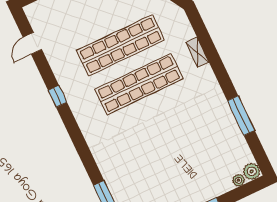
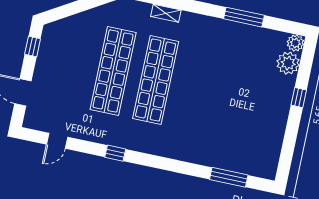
door: (32, 43) -> (57, 141), hinge flipped
plant: (239, 180) -> (288, 63), width x1.87, depth x1.87

